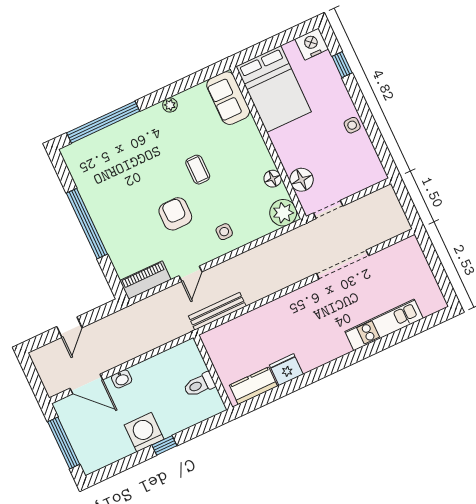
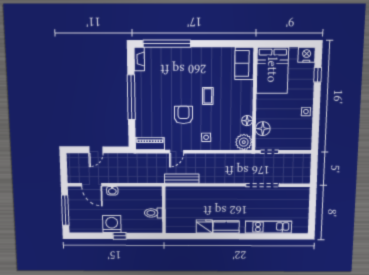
plant: (170, 105) -> (209, 52), removed
fireplace: (73, 163) -> (139, 59), added
kitchen counter: (253, 386) -> (226, 227), moved

